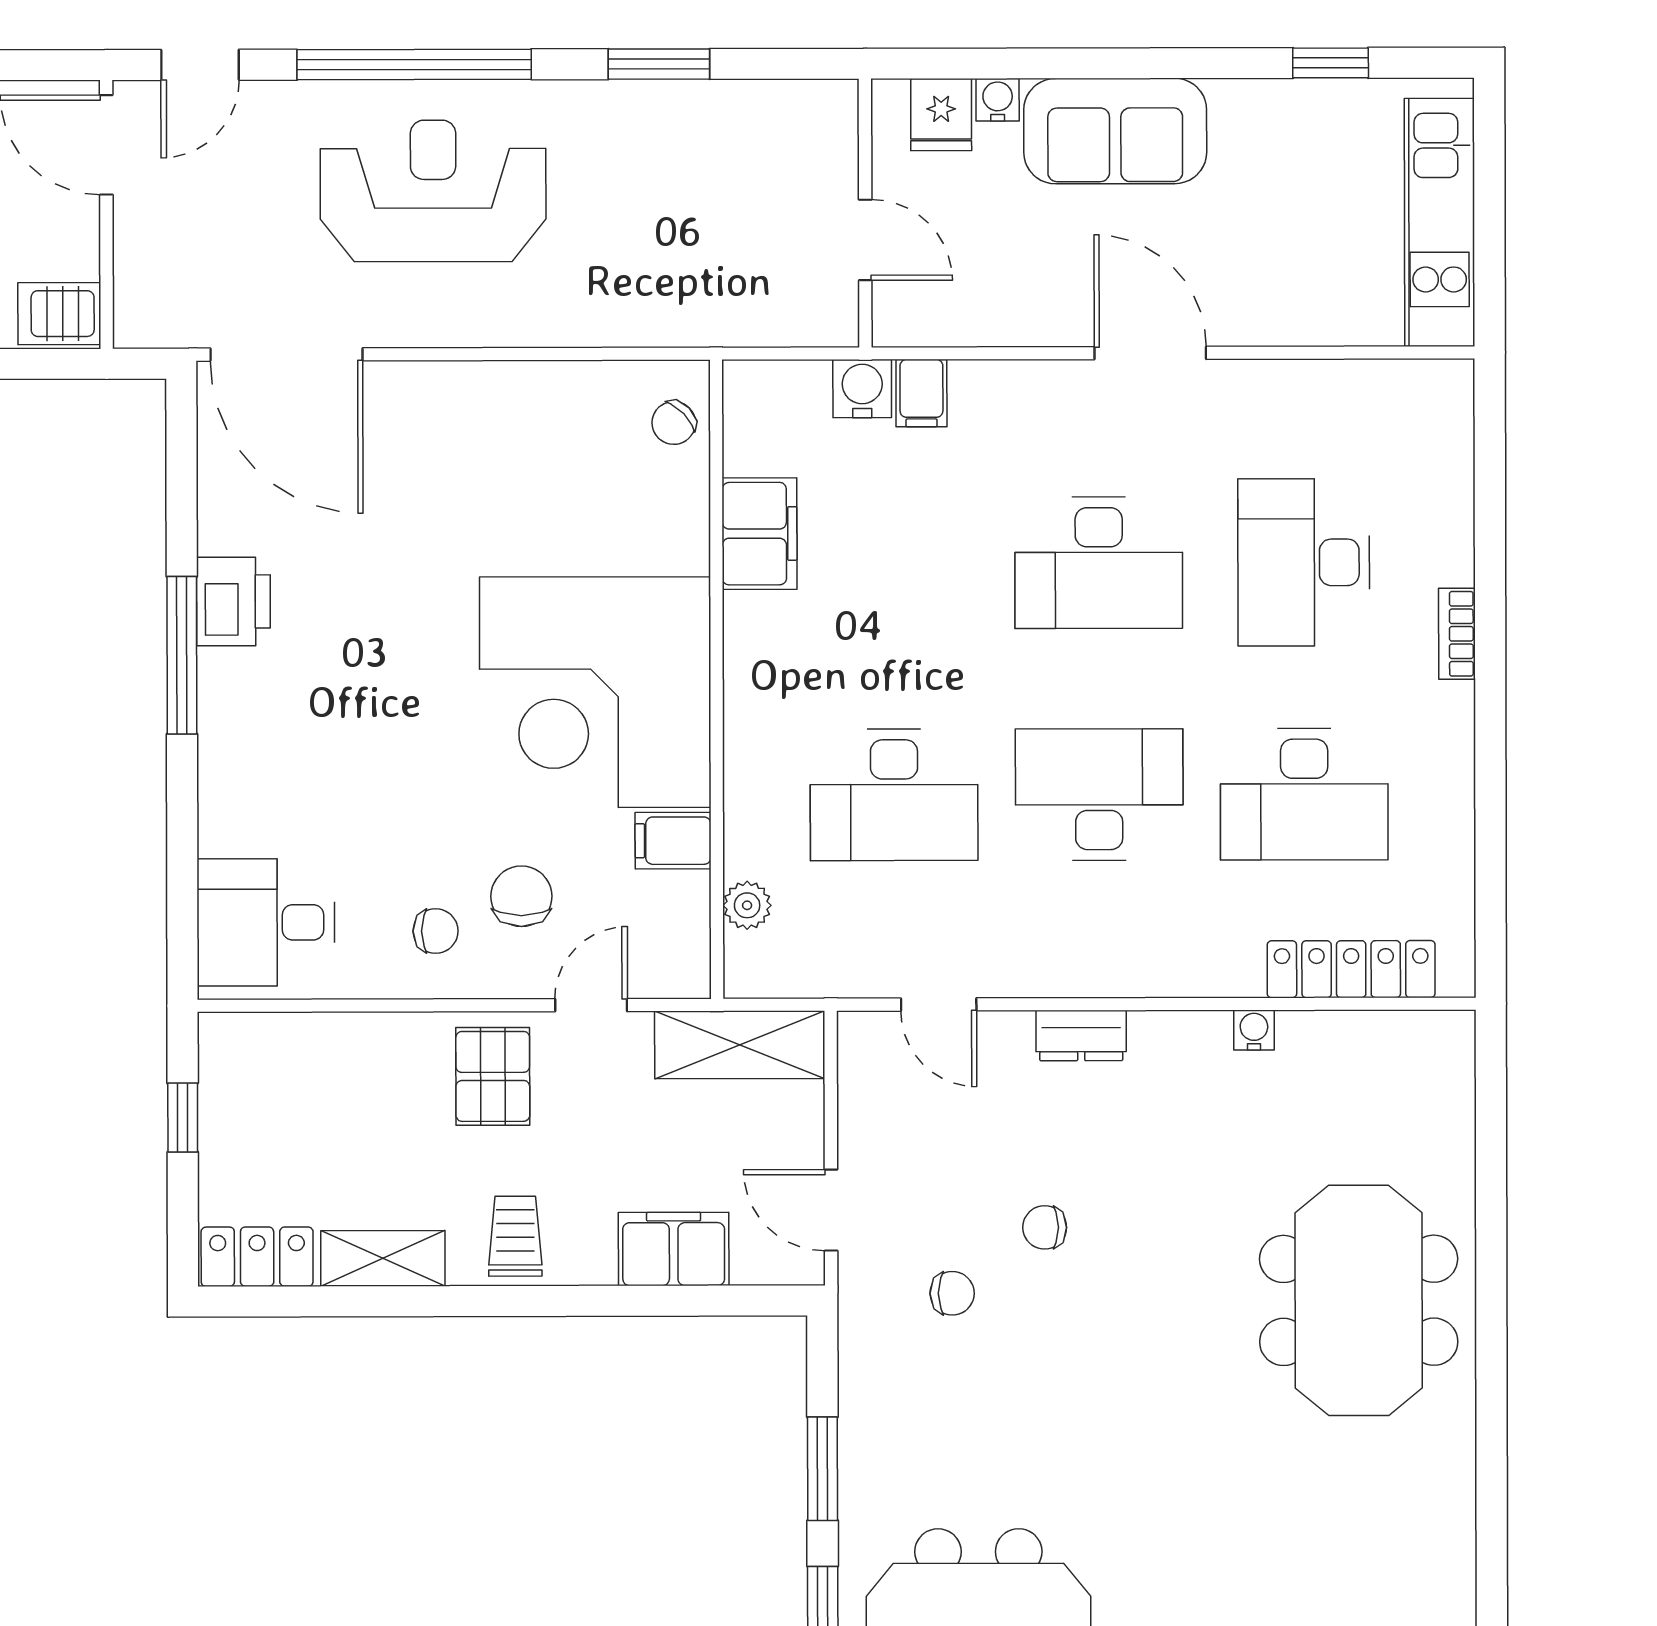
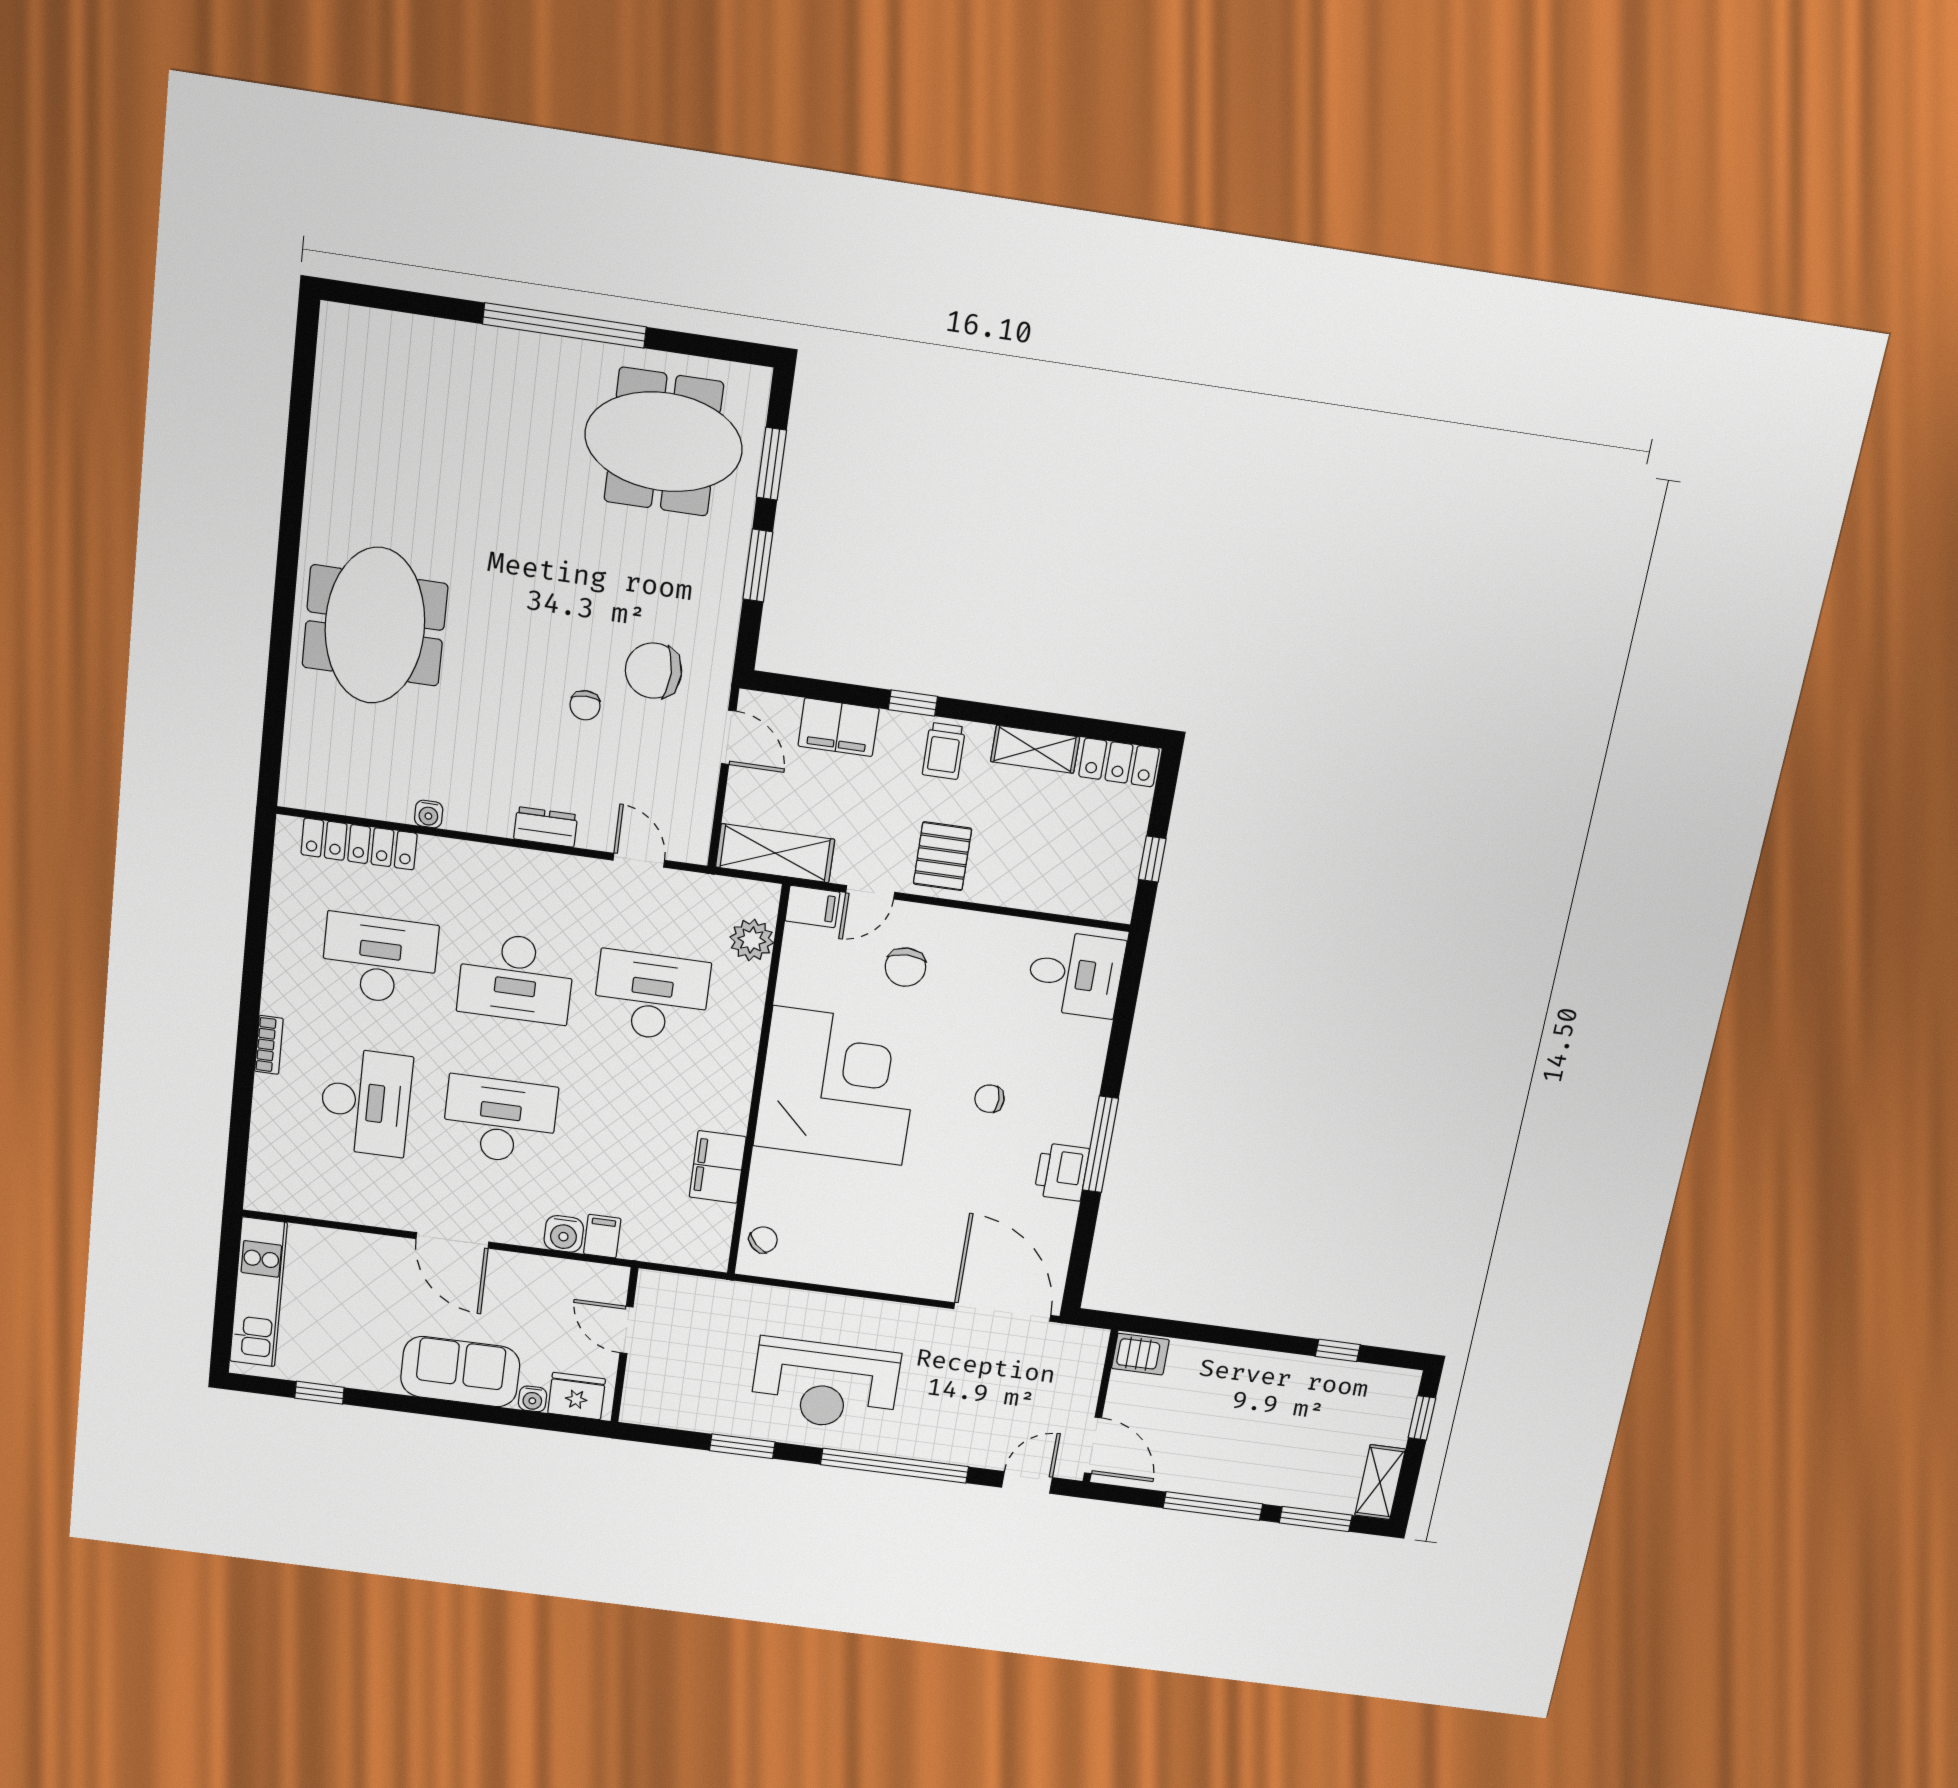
fridge: (941, 115) -> (577, 1396), width x1.38
reception desk: (433, 191) -> (825, 1385), moved
water cooler: (862, 389) -> (564, 1234), moved
filing cabinet: (673, 841) -> (812, 907), moved
plant: (747, 905) -> (752, 940), width x1.38, depth x1.38
chair: (436, 931) -> (990, 1099), moved
chair: (1045, 1227) -> (585, 705), turned 90
chair: (952, 1293) -> (654, 671), width x1.87, depth x1.87
window: (571, 1301) -> (913, 703), added

